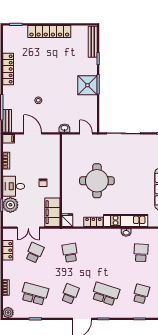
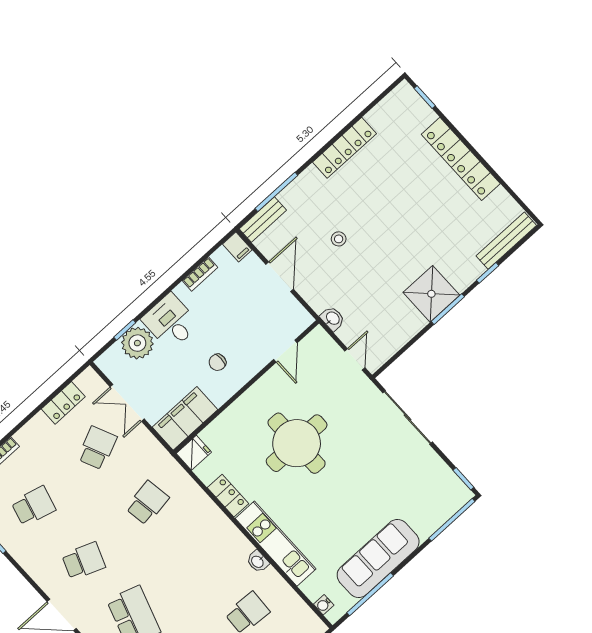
door: (61, 155) -> (285, 351), added
school desk: (35, 253) -> (97, 448), turned -48
school desk: (35, 294) -> (33, 506), width x0.54

